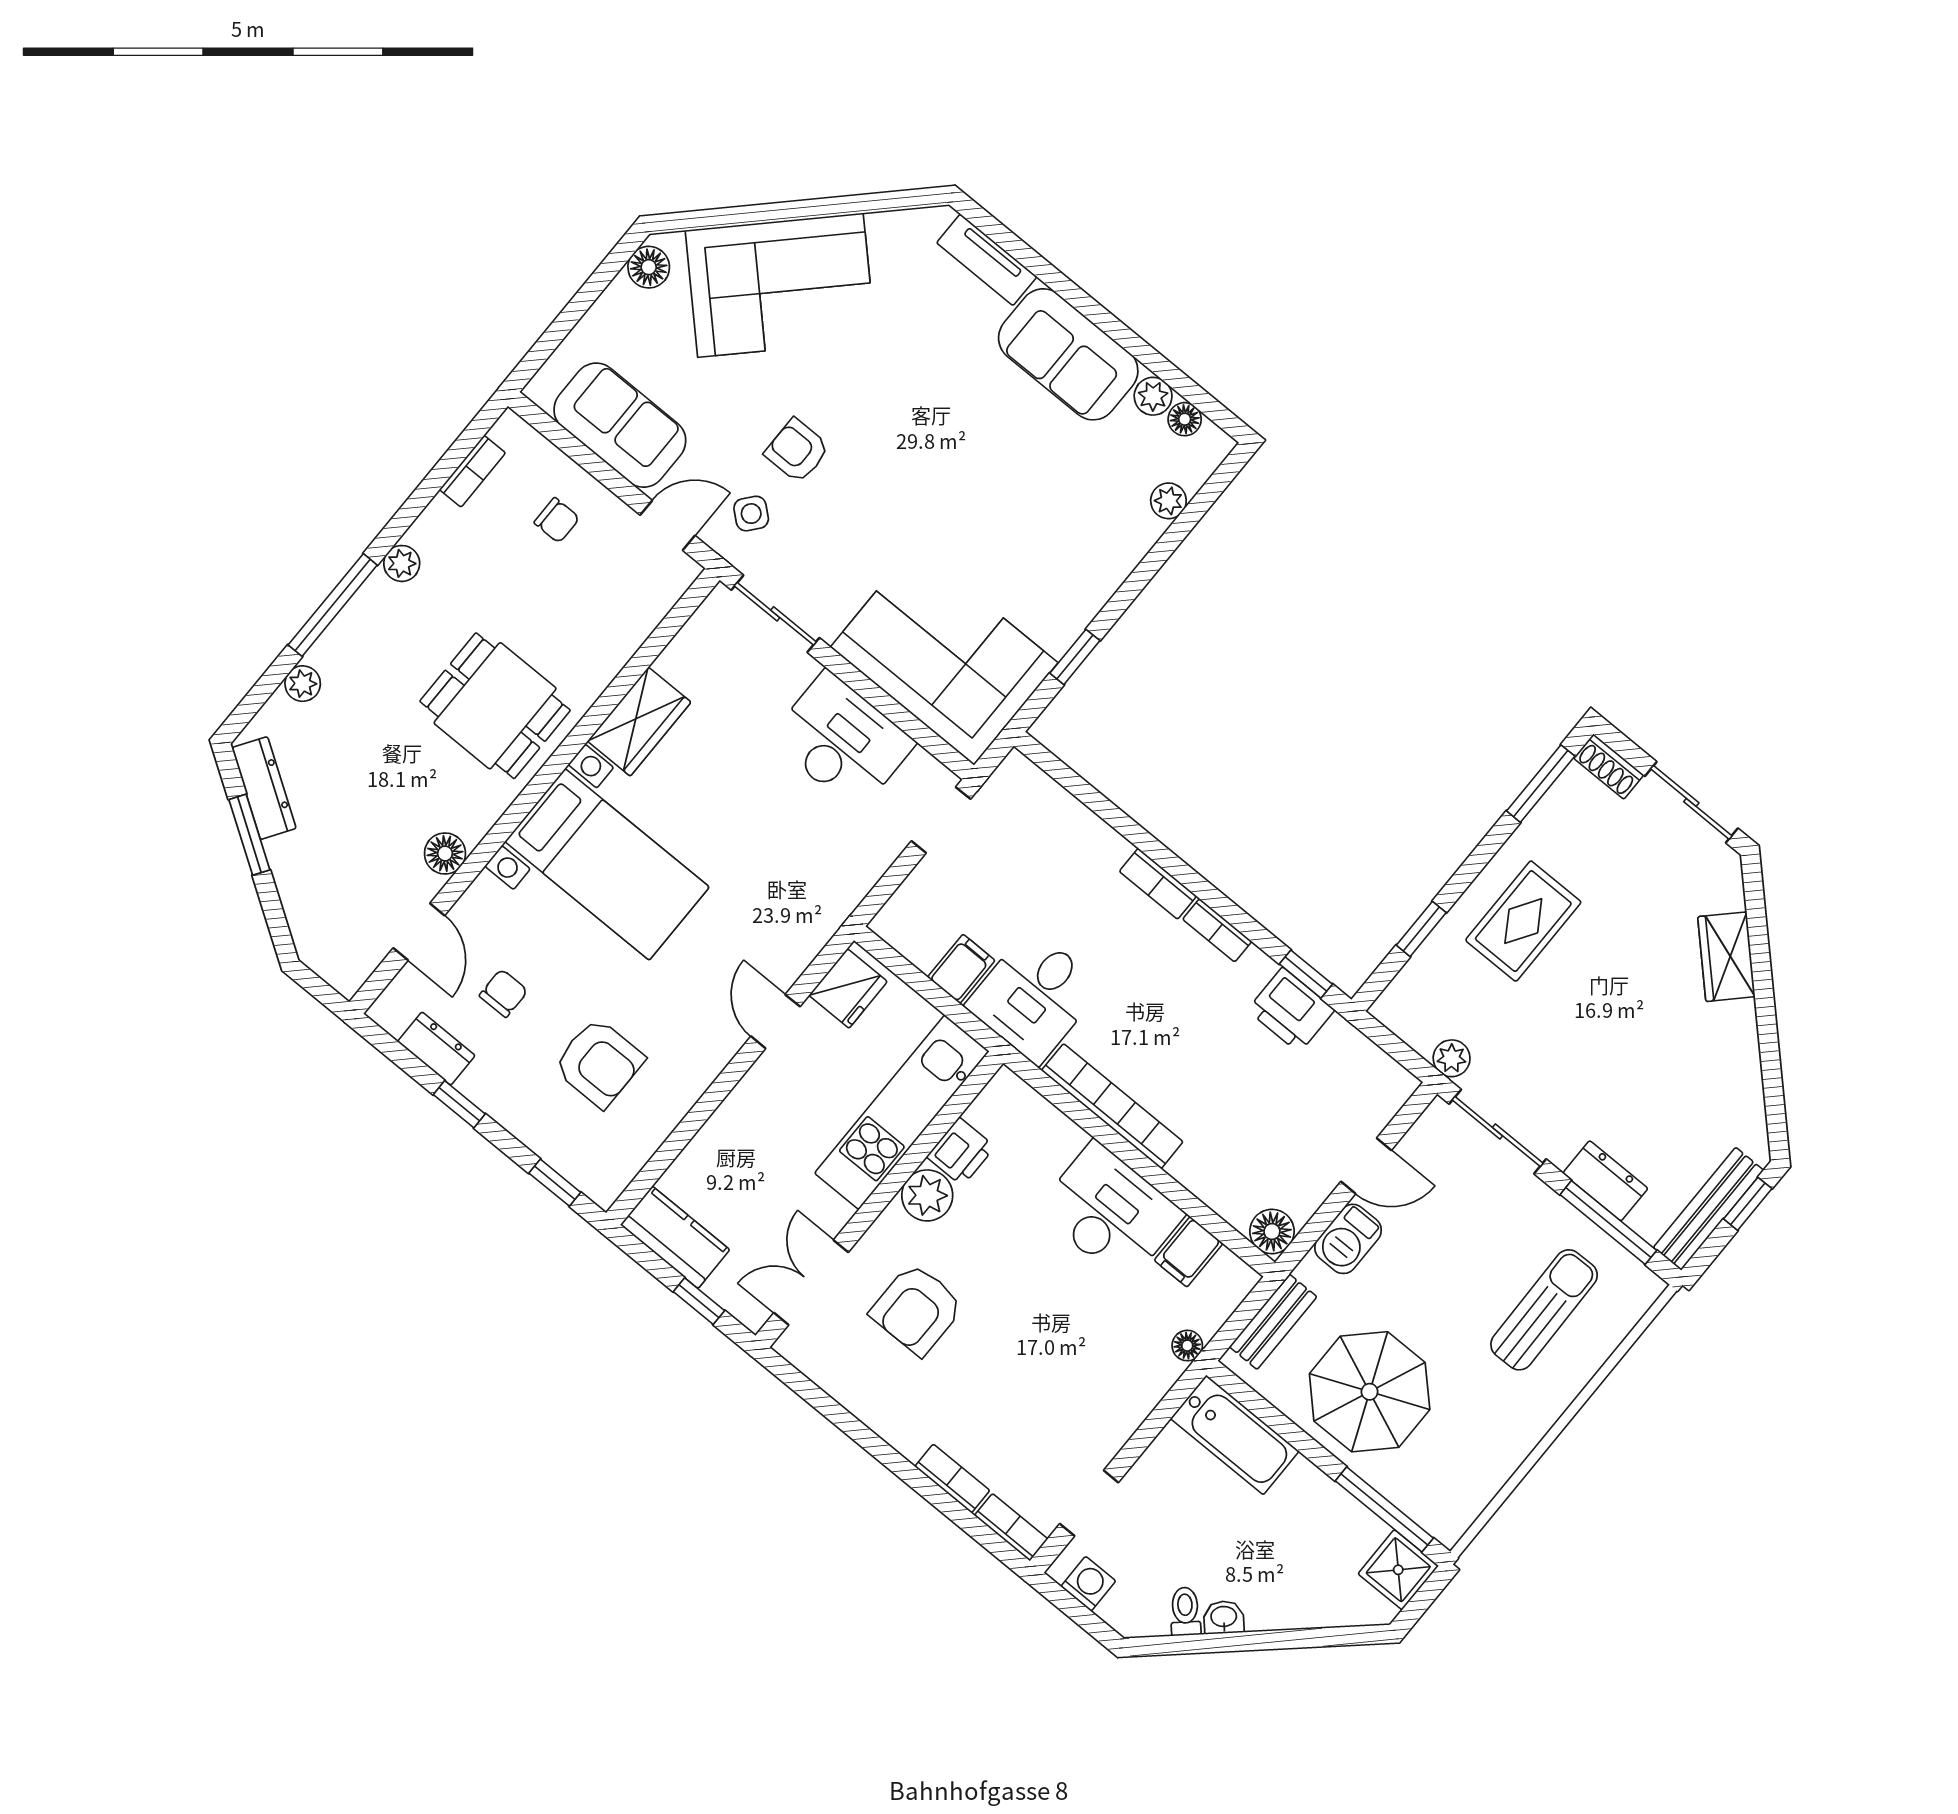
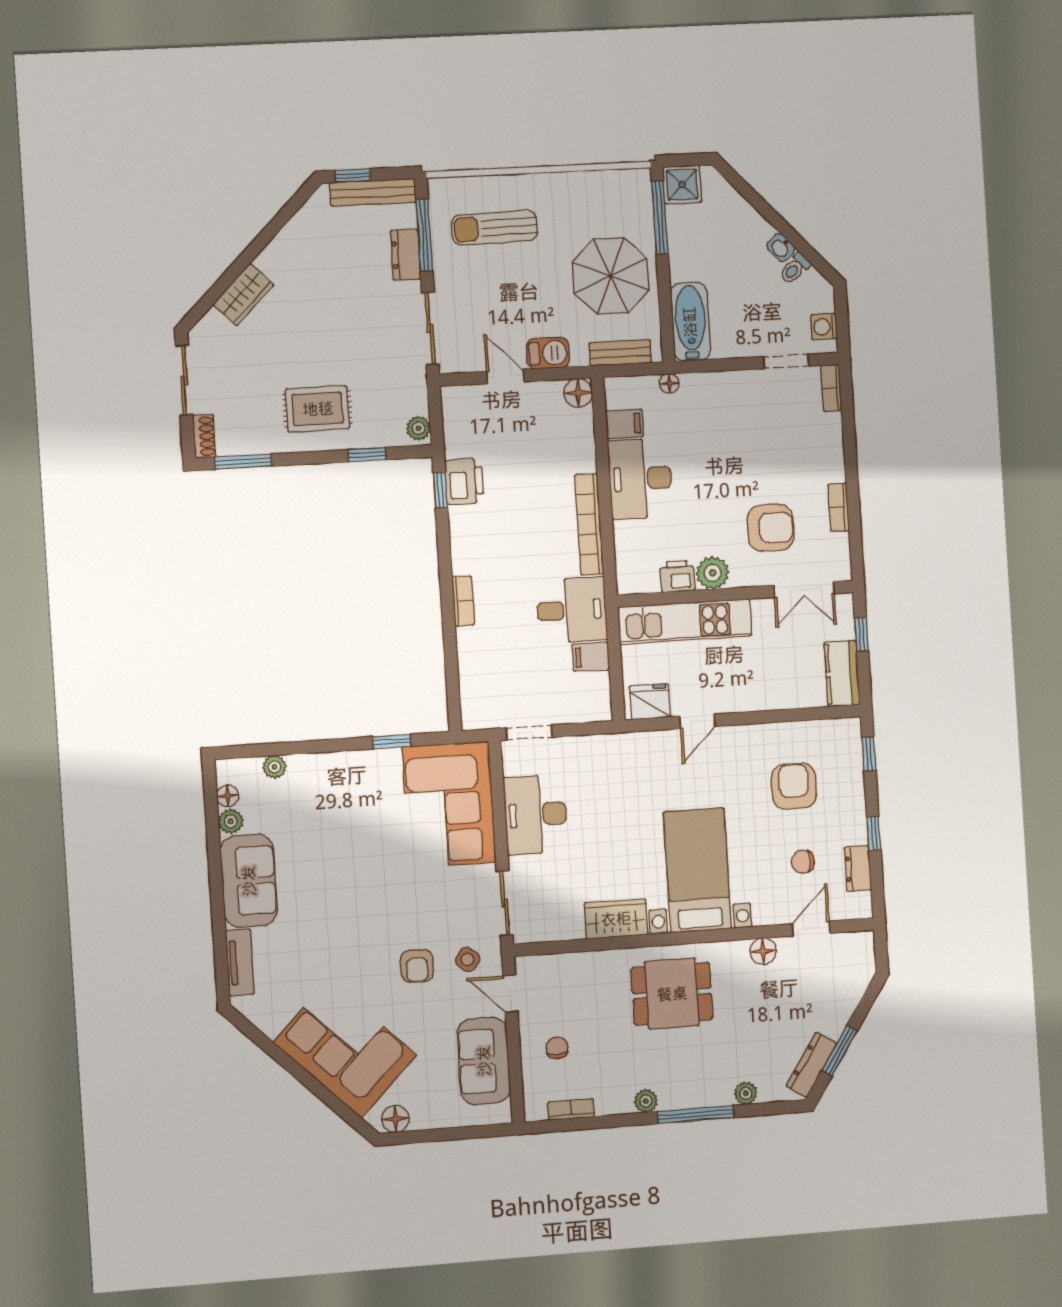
dining table: (495, 706) -> (672, 994), turned 90
bookcase: (1217, 930) -> (459, 552), removed
plant: (1452, 1058) -> (419, 428), moved
bookcase: (952, 1479) -> (838, 507), moved

